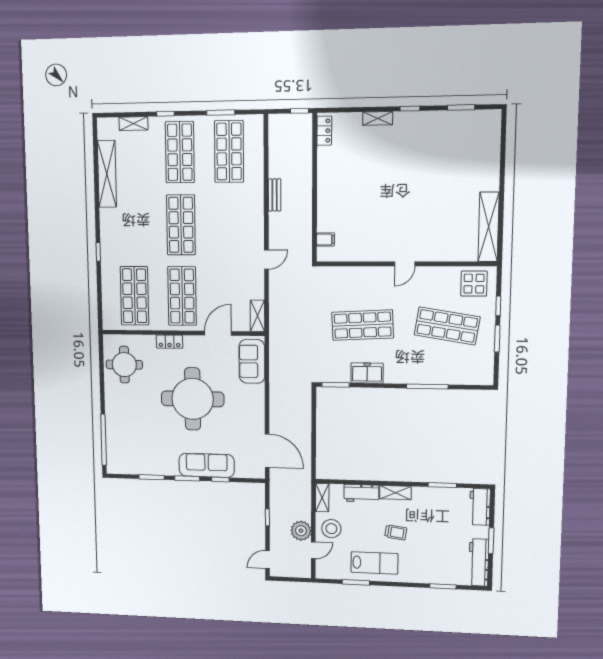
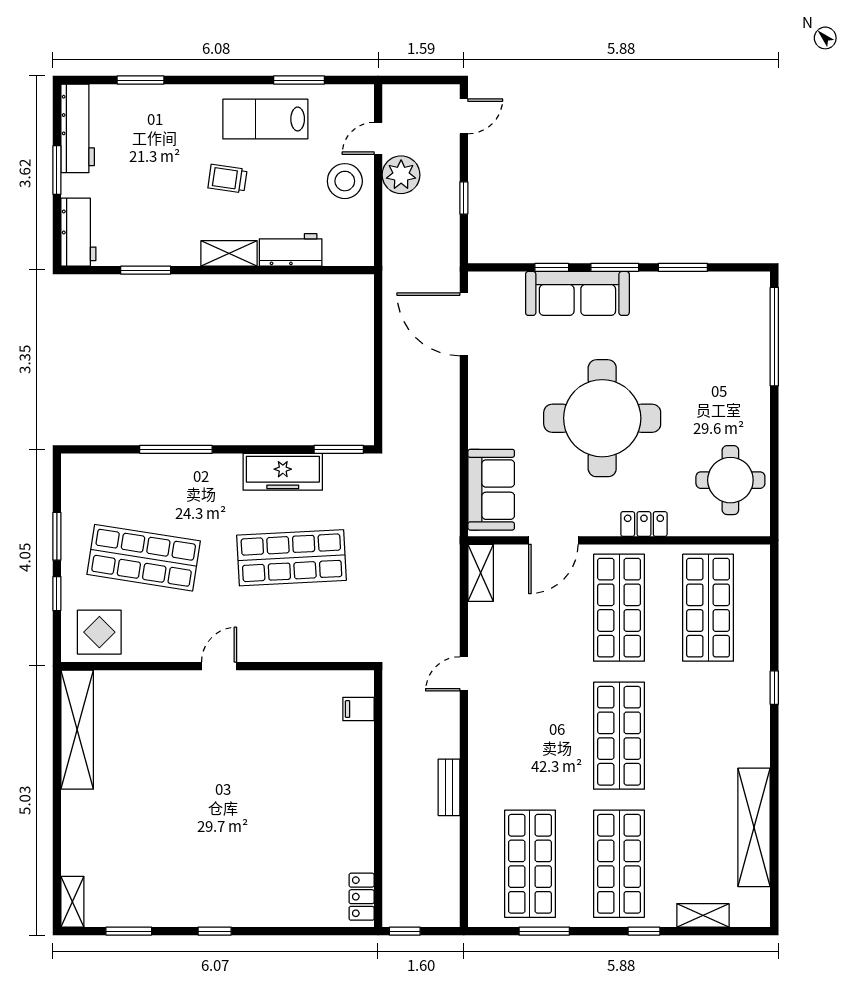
shelving: (378, 118) -> (72, 902), moved, turned 90
freezer: (367, 373) -> (283, 472), width x1.40
shelving: (322, 498) -> (362, 239), removed

